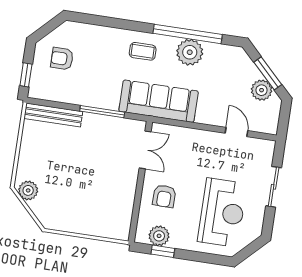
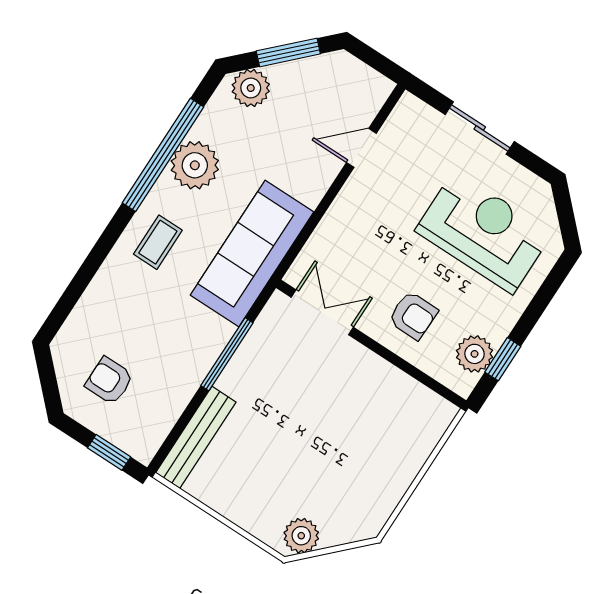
armchair: (62, 59) -> (109, 381), turned 90
plant: (262, 90) -> (251, 88), moved

